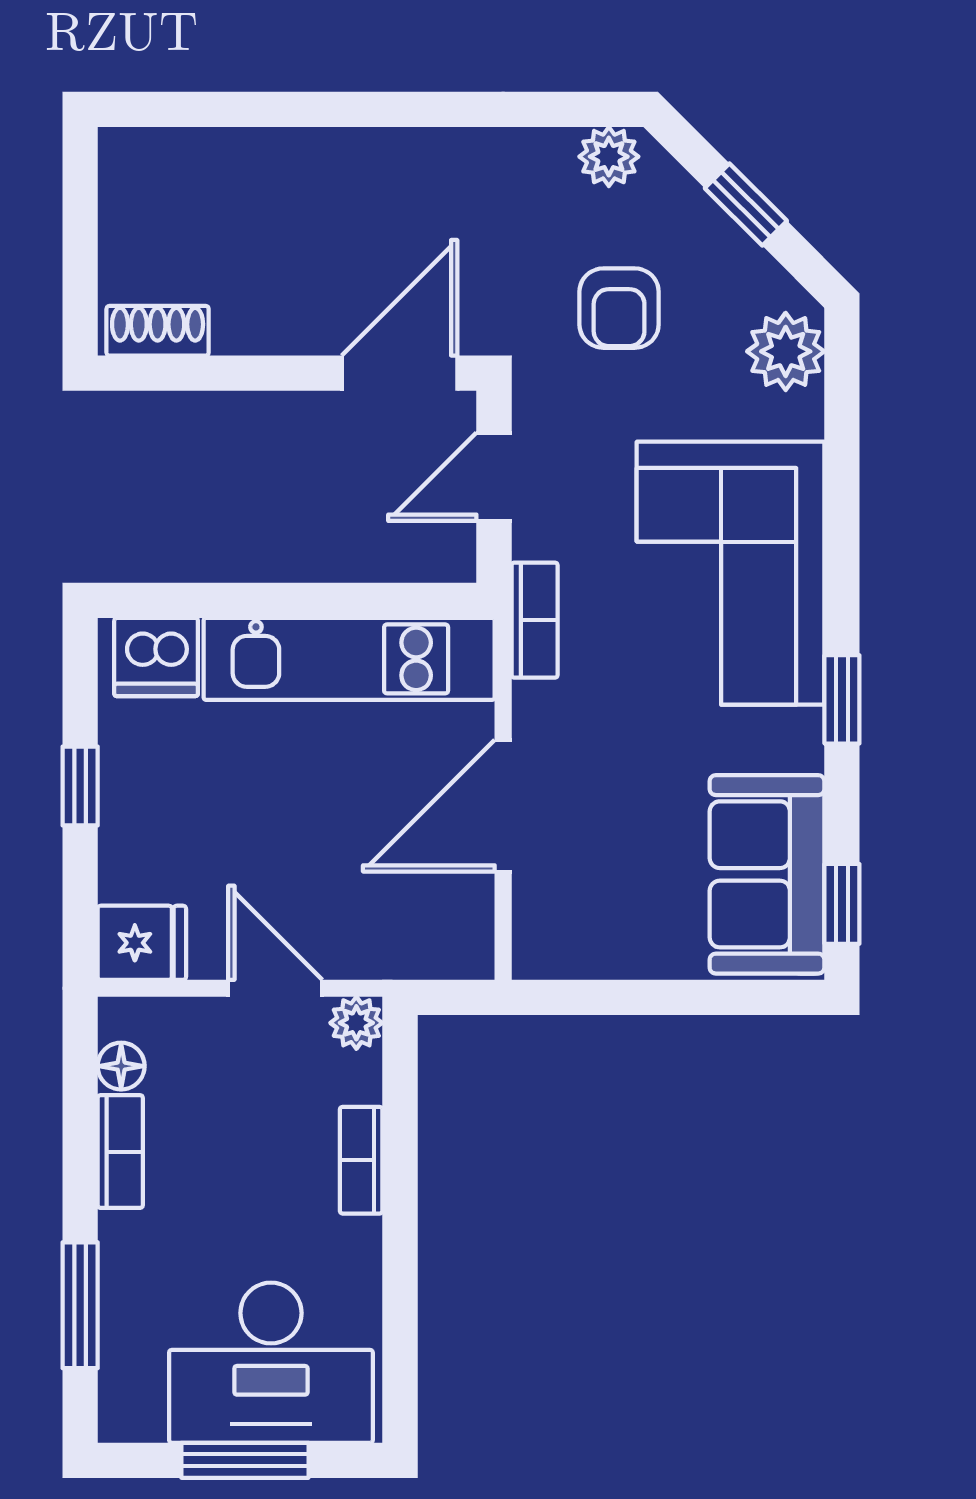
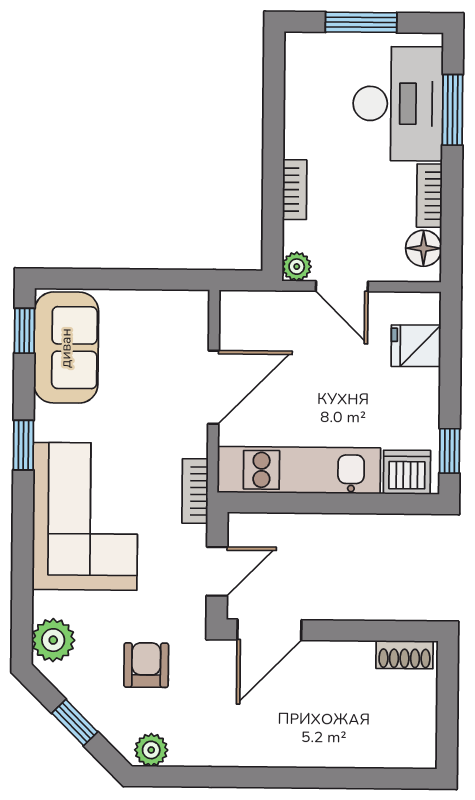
window: (80, 786) -> (450, 451), moved
fridge: (142, 943) -> (416, 346), moved
floor lamp: (121, 1066) -> (424, 248), width x1.37, depth x1.37
desk: (271, 1363) -> (398, 104), moved, turned 90

